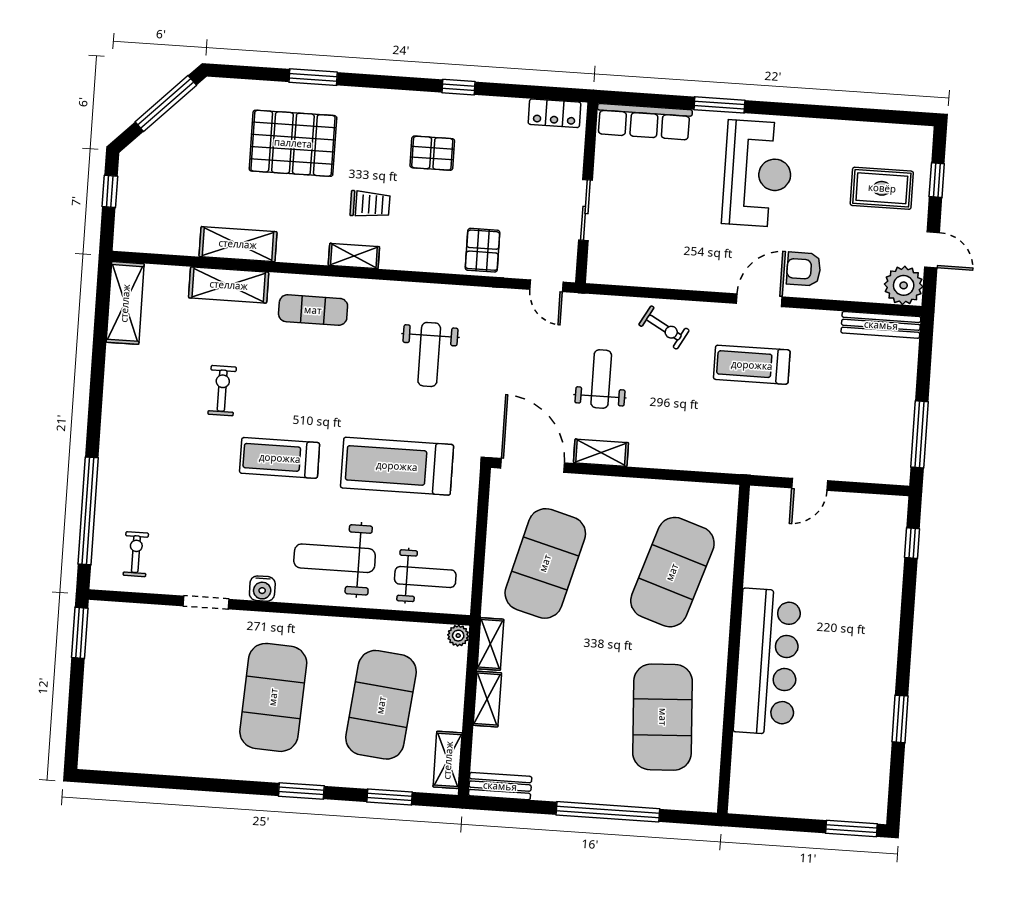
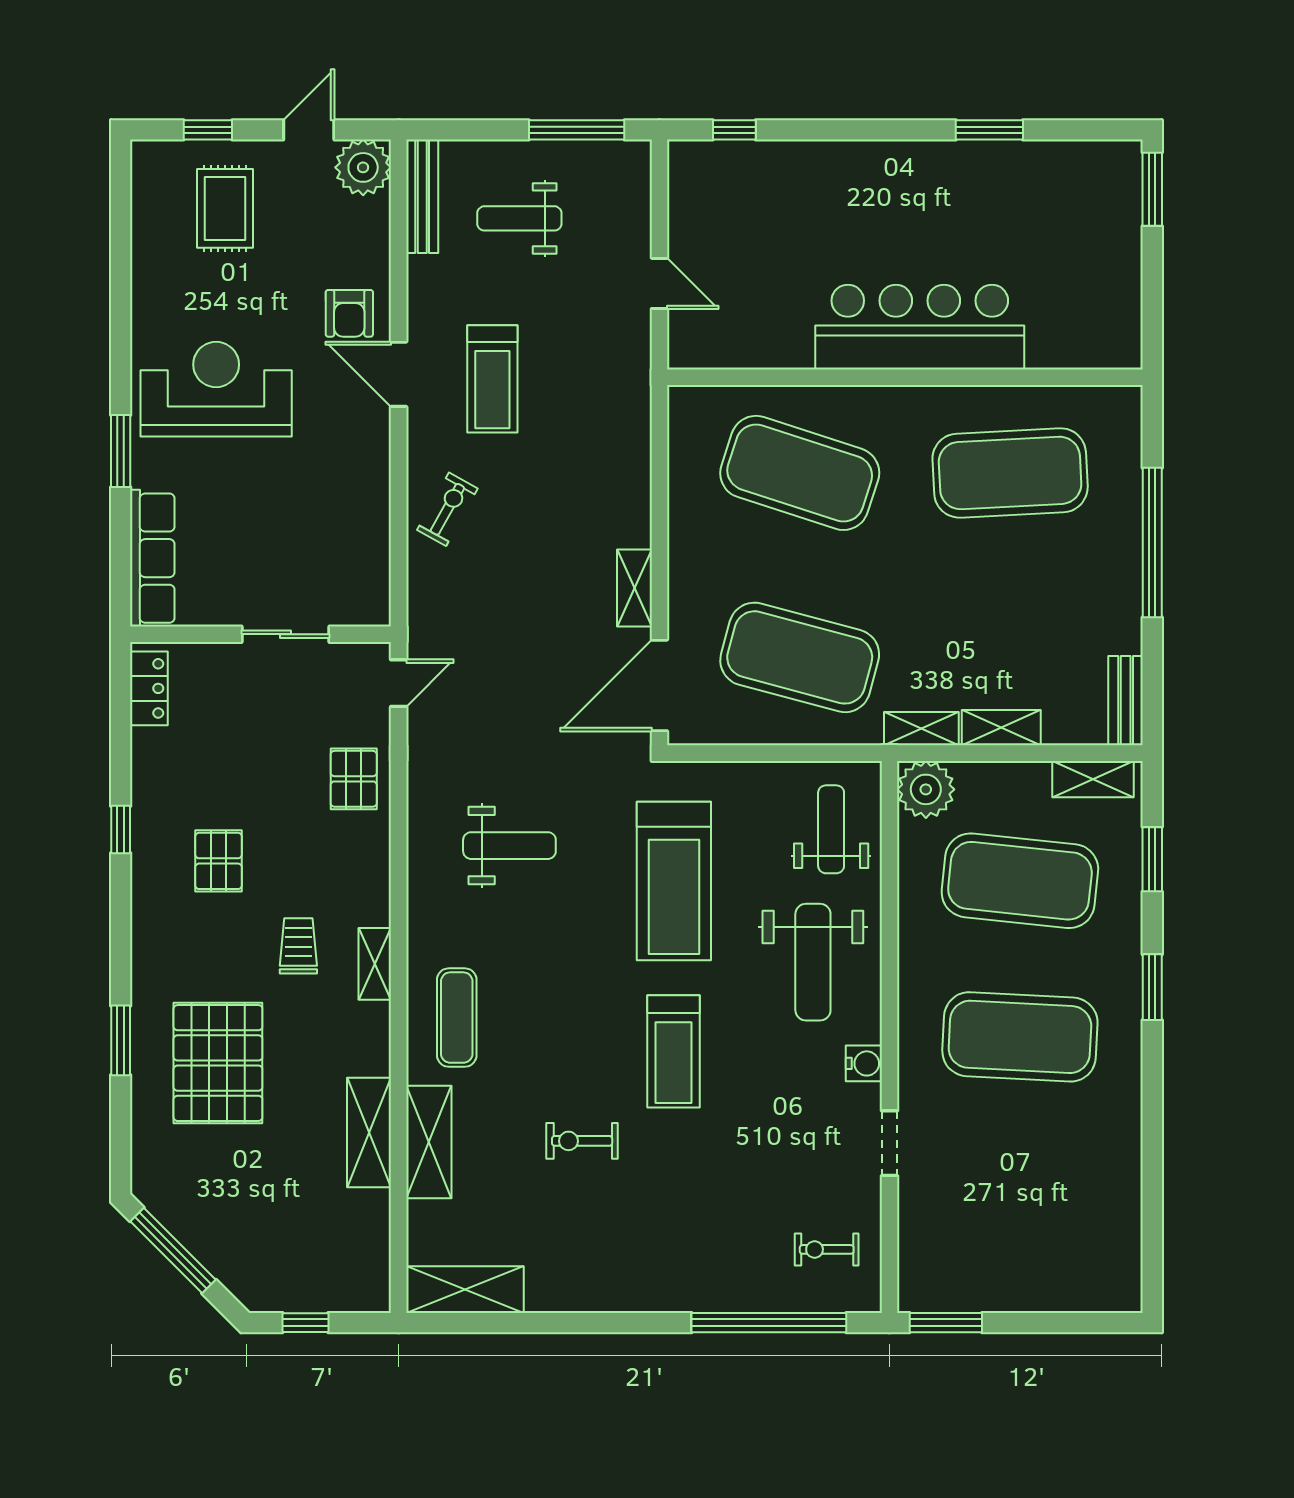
pallet: (483, 250) -> (354, 779), turned 90
weight bench: (601, 379) -> (519, 218), moved
plant: (458, 636) -> (926, 789), width x1.88, depth x1.88

